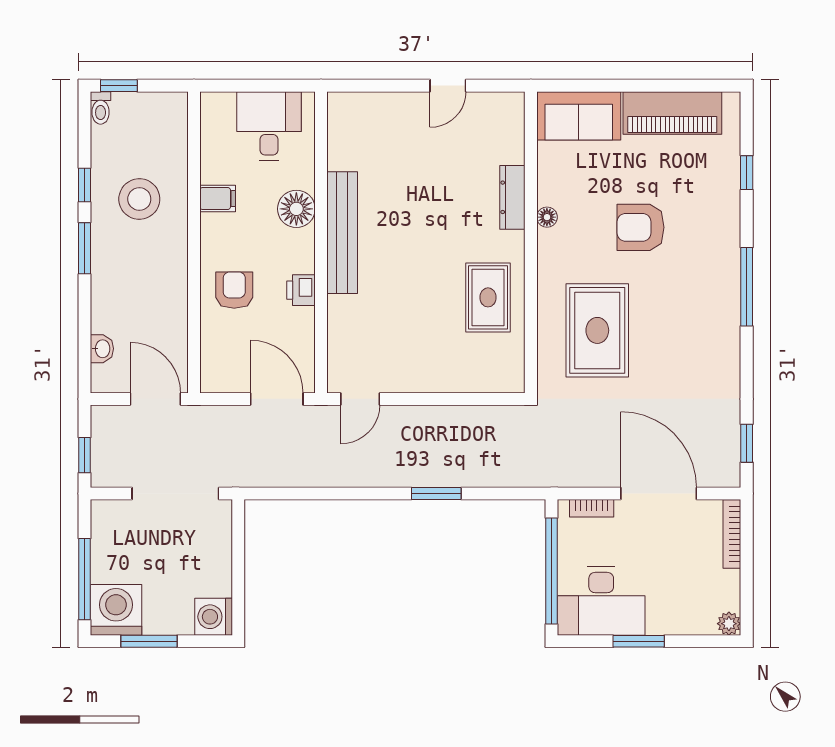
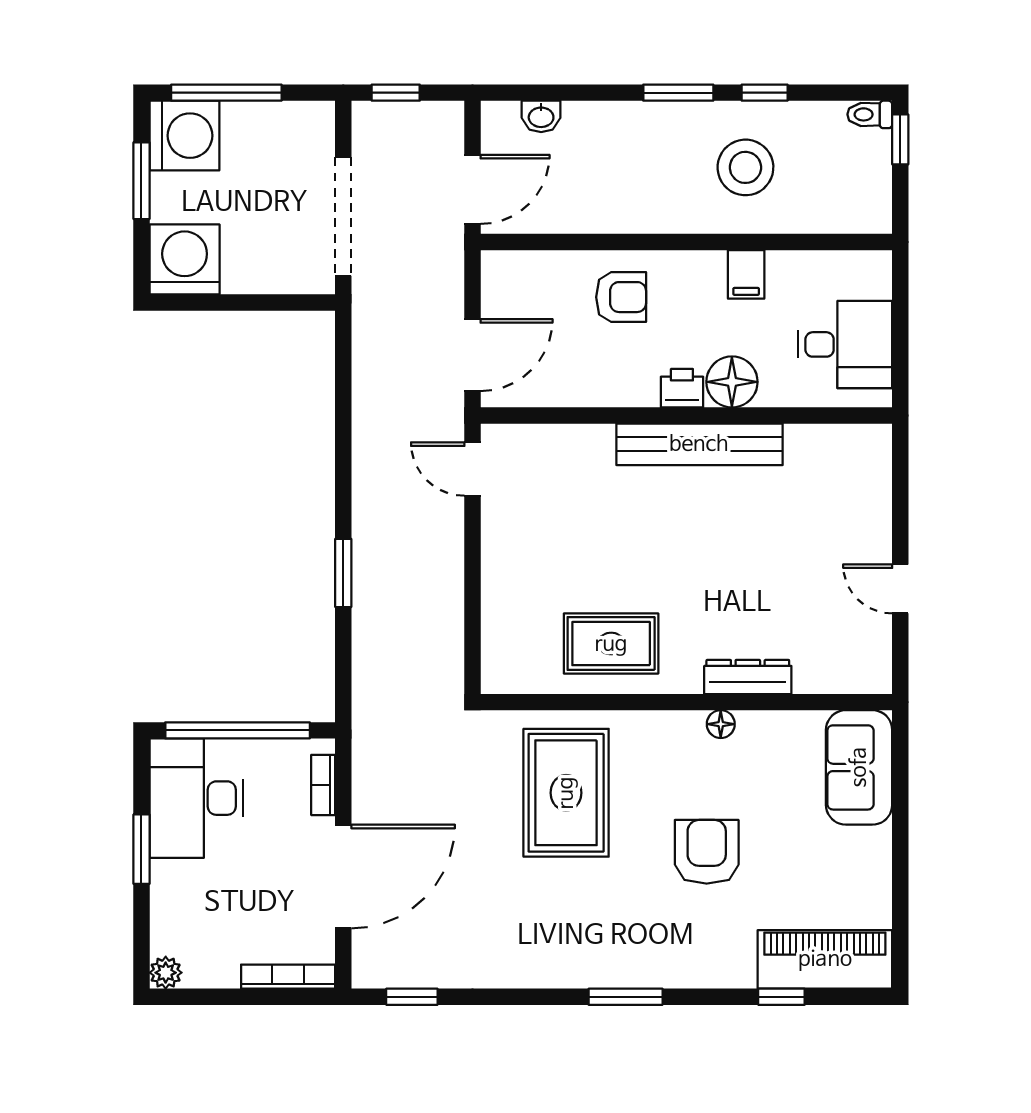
piano: (672, 113) -> (825, 959), moved, turned 90
window: (747, 287) -> (626, 997), width x0.69
printer: (301, 290) -> (682, 388), moved
rug: (597, 330) -> (566, 793), turned 90
washing machine: (214, 617) -> (185, 259), width x1.37, depth x1.37

